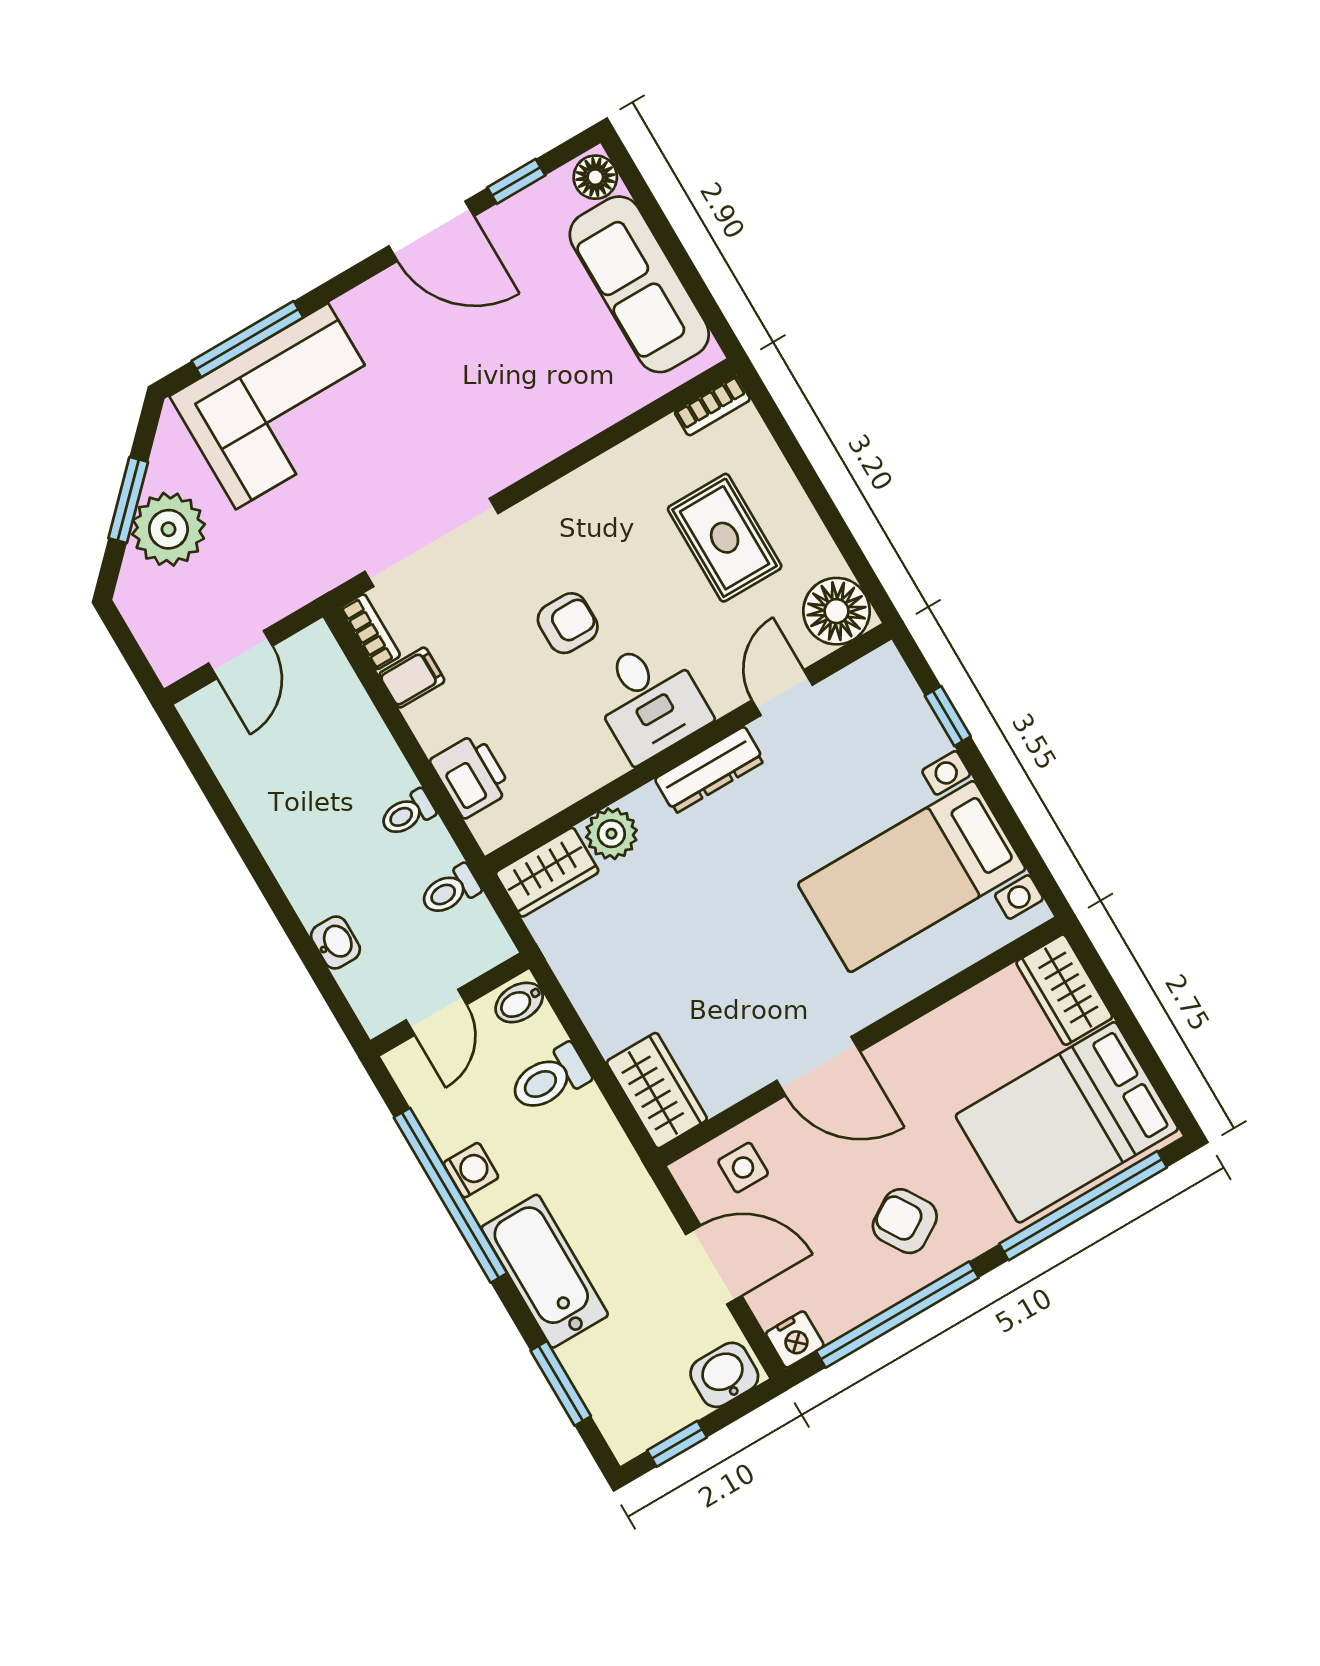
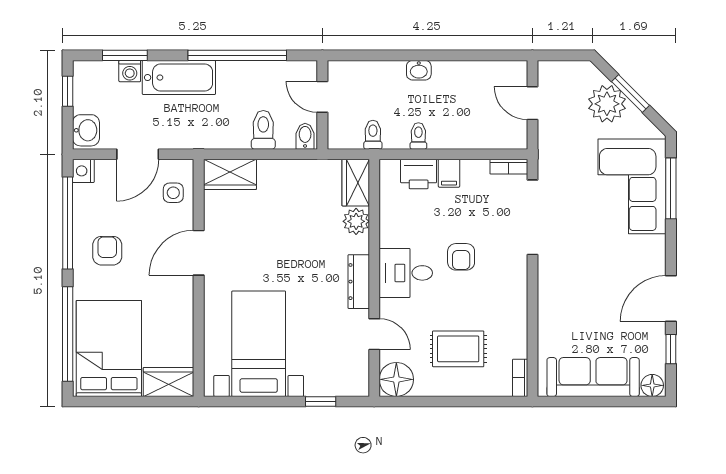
filing cabinet: (412, 678) -> (449, 173), moved
washbasin: (335, 943) -> (419, 70), moved
washing machine: (471, 1170) -> (130, 71), moved
armchair: (905, 1221) -> (107, 251), turned -58

